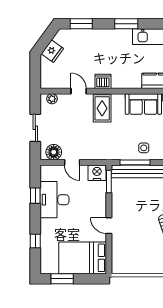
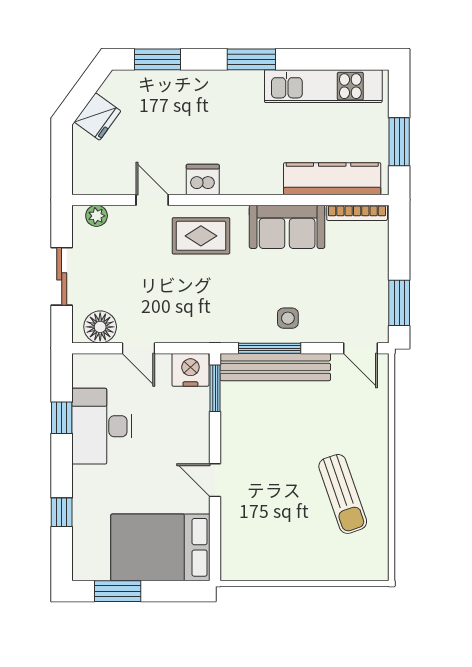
rug: (102, 108) -> (201, 236), turned 90

